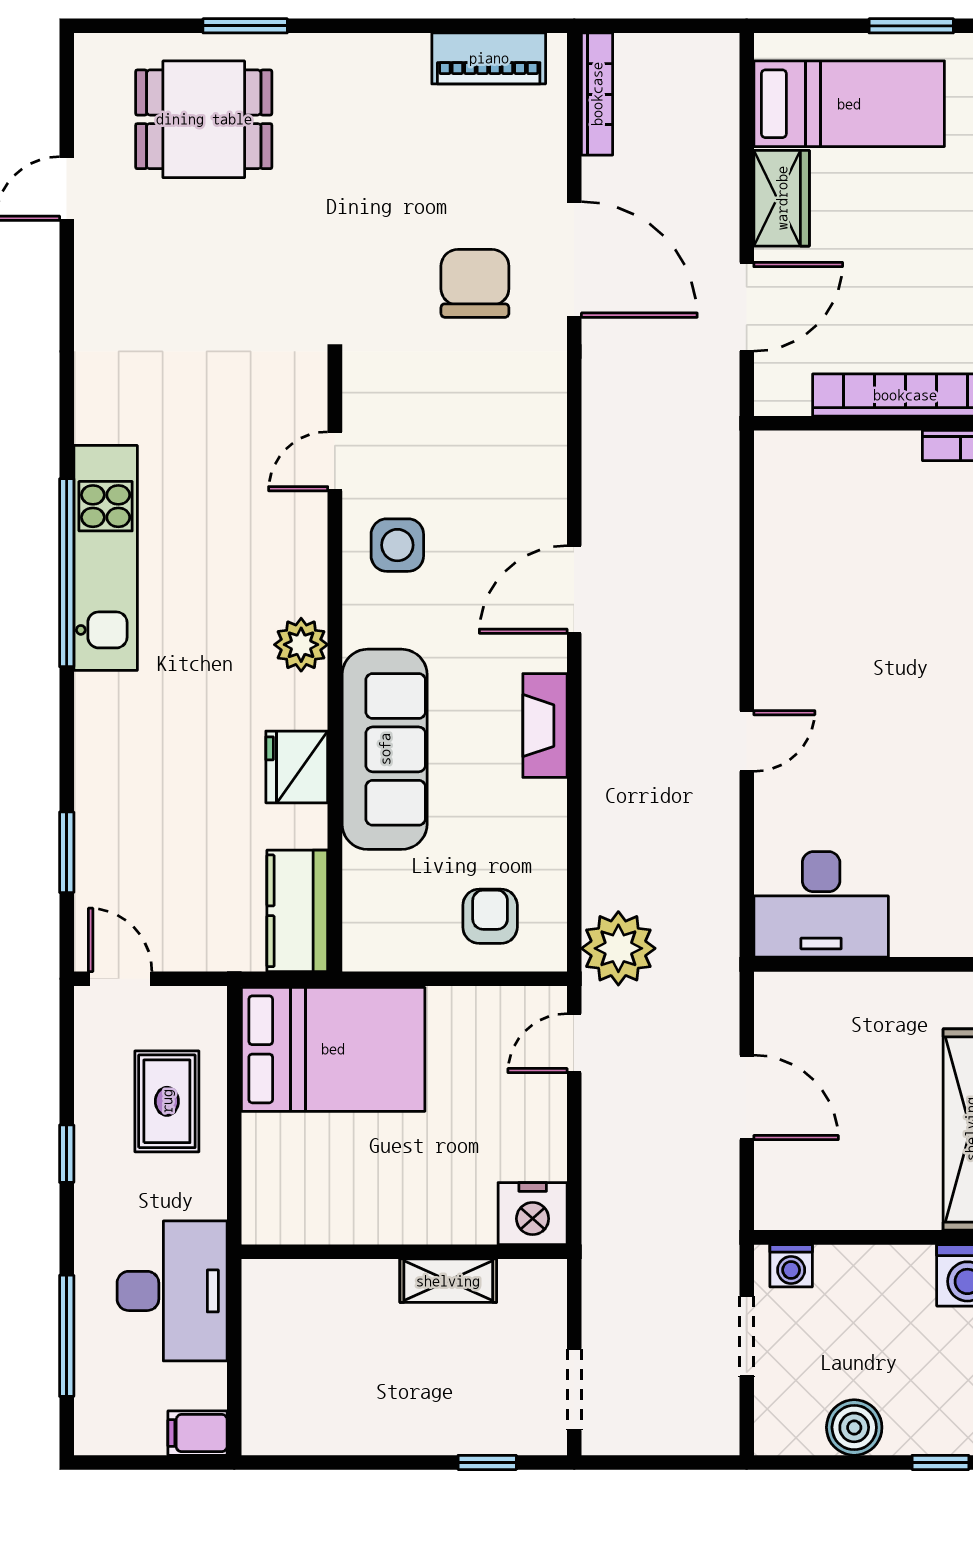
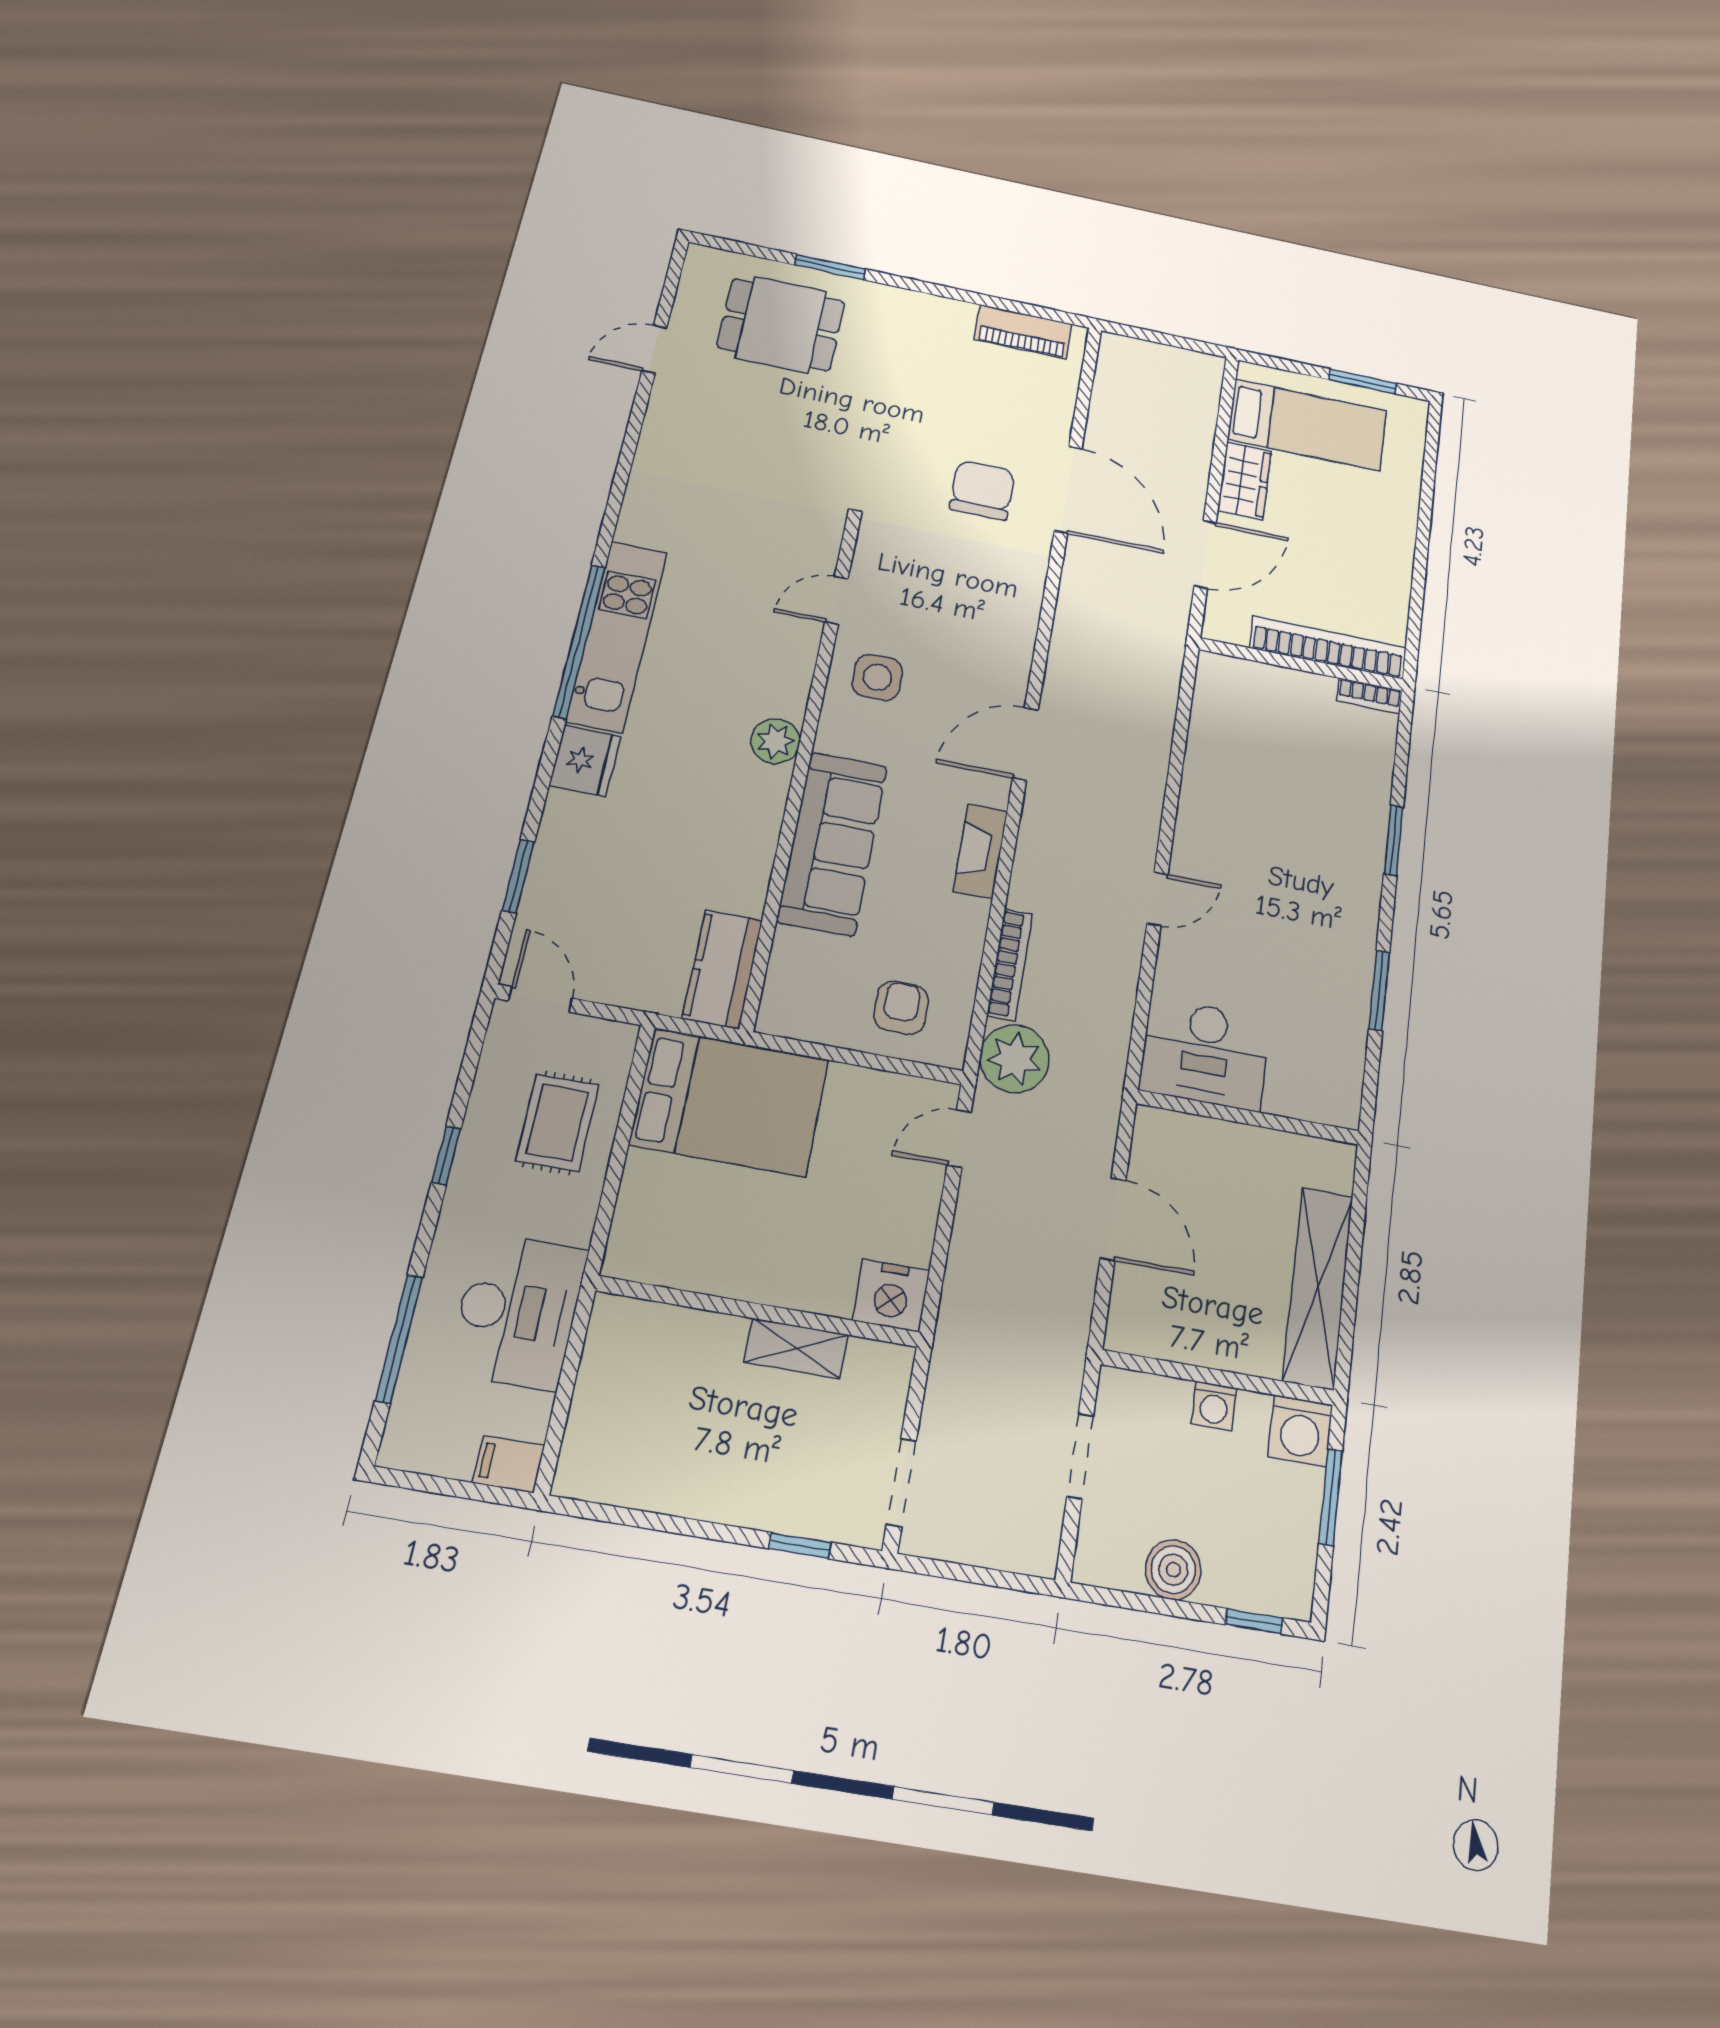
bookcase: (597, 94) -> (1010, 964), moved
fridge: (297, 767) -> (585, 761), moved, turned 180
washing machine: (791, 1266) -> (1214, 1406), moved

